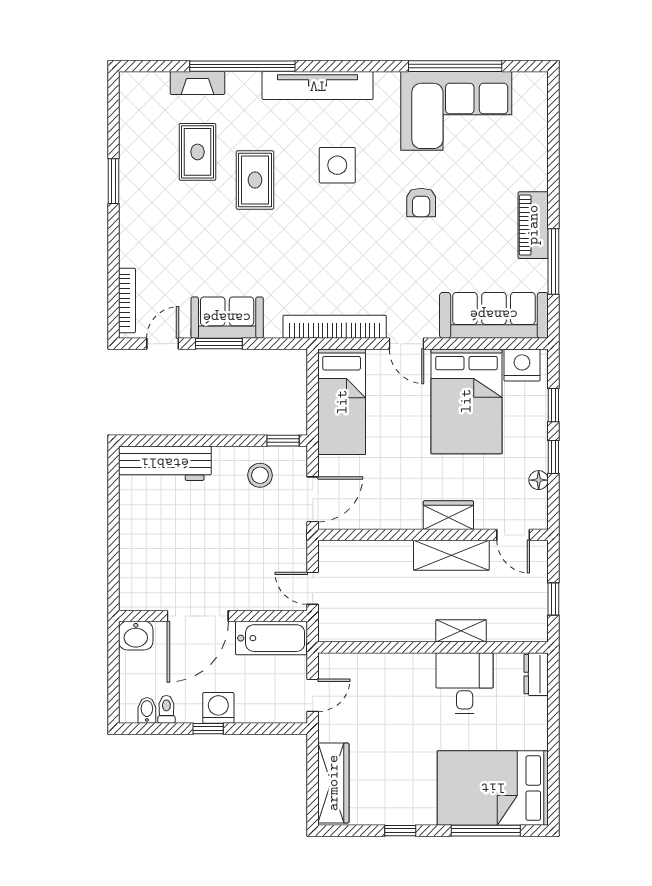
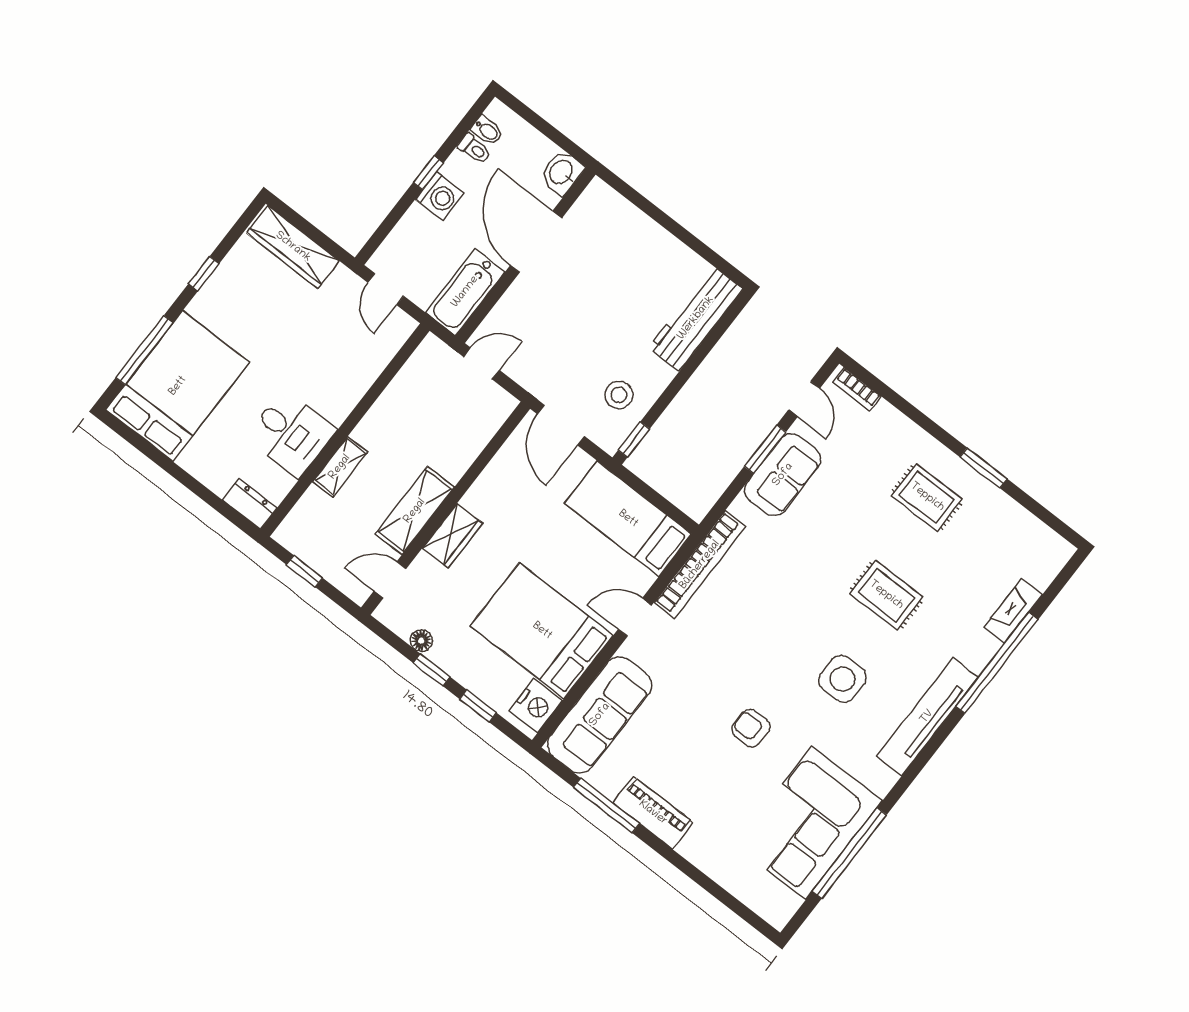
rug: (198, 152) -> (927, 497), moved
bookcase: (127, 300) -> (857, 389), width x0.64

